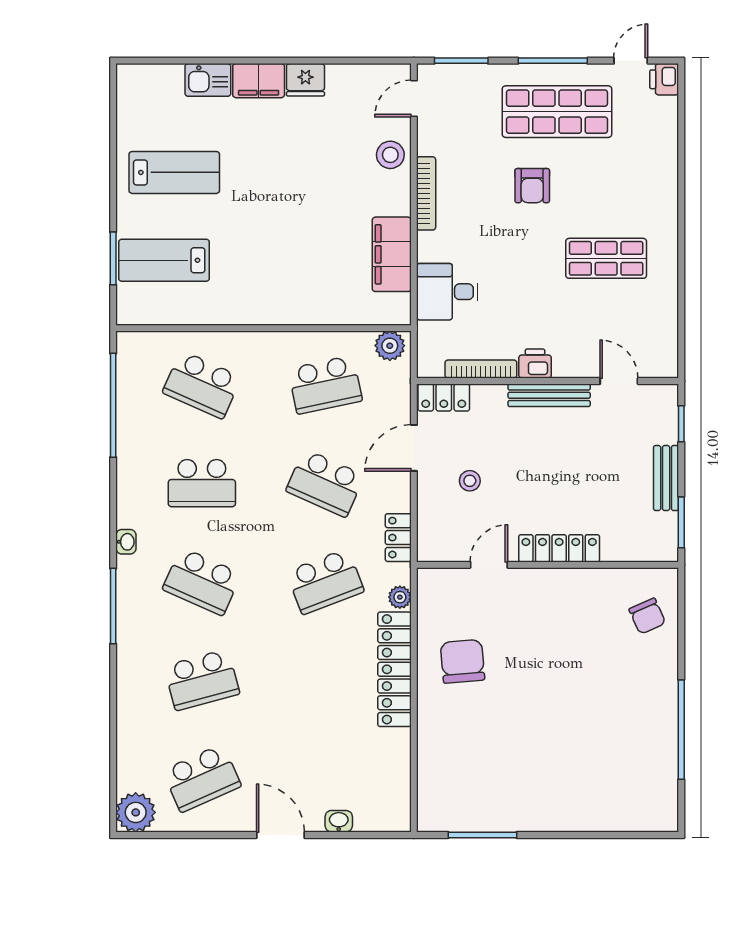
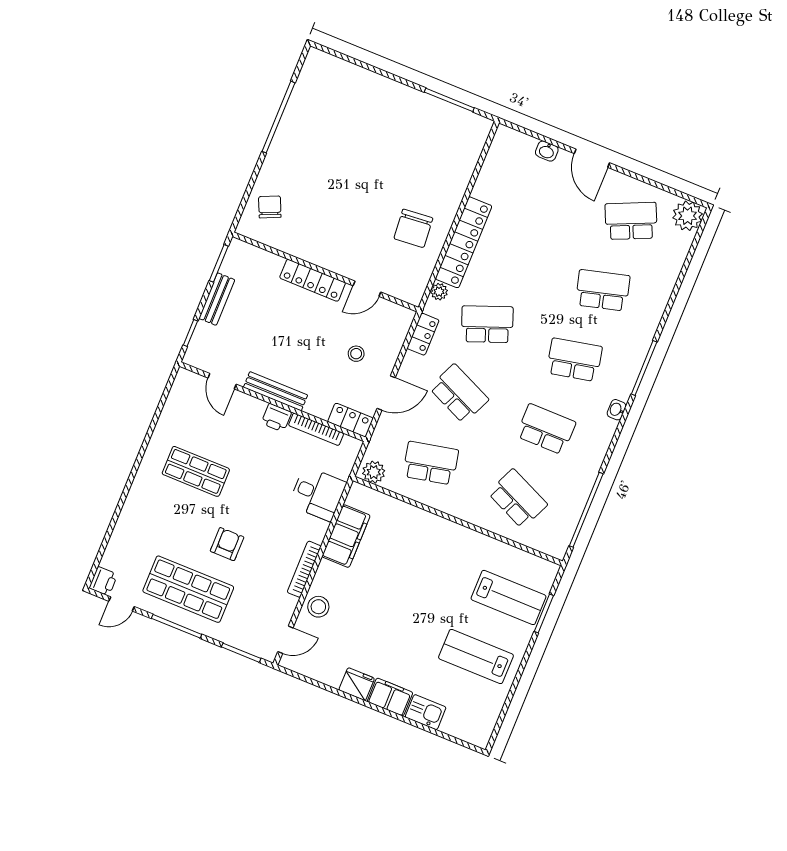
school desk: (202, 582) -> (574, 360), turned -36

